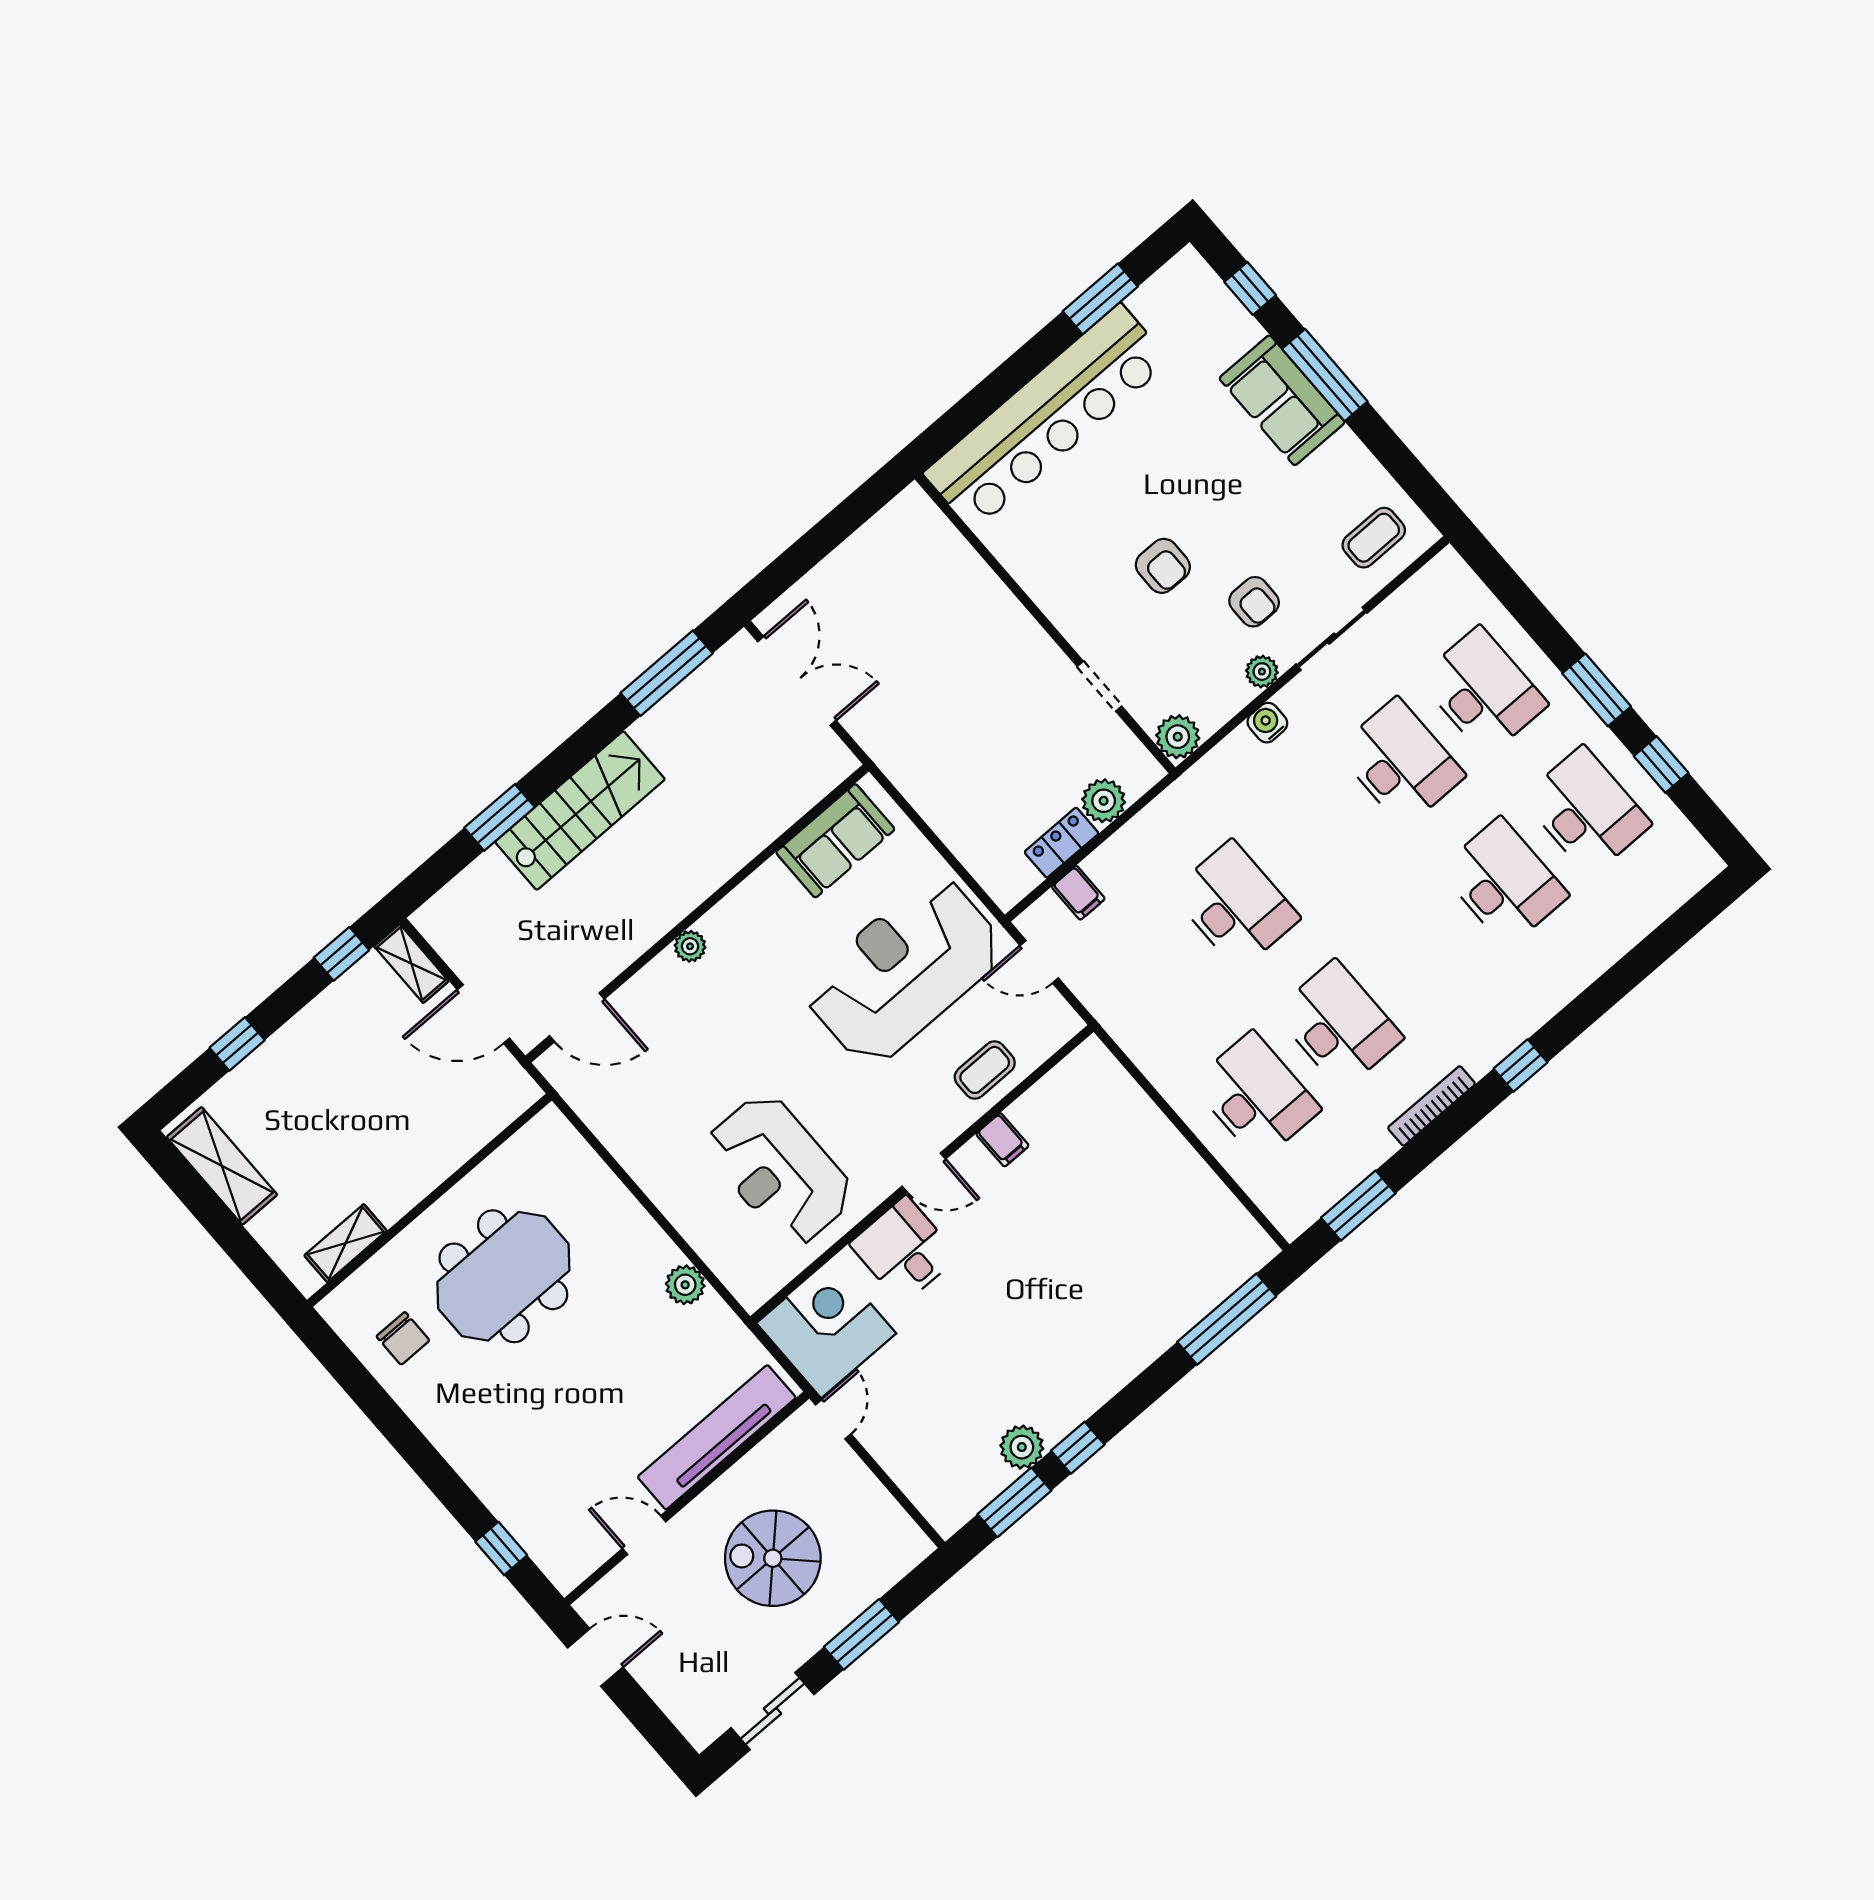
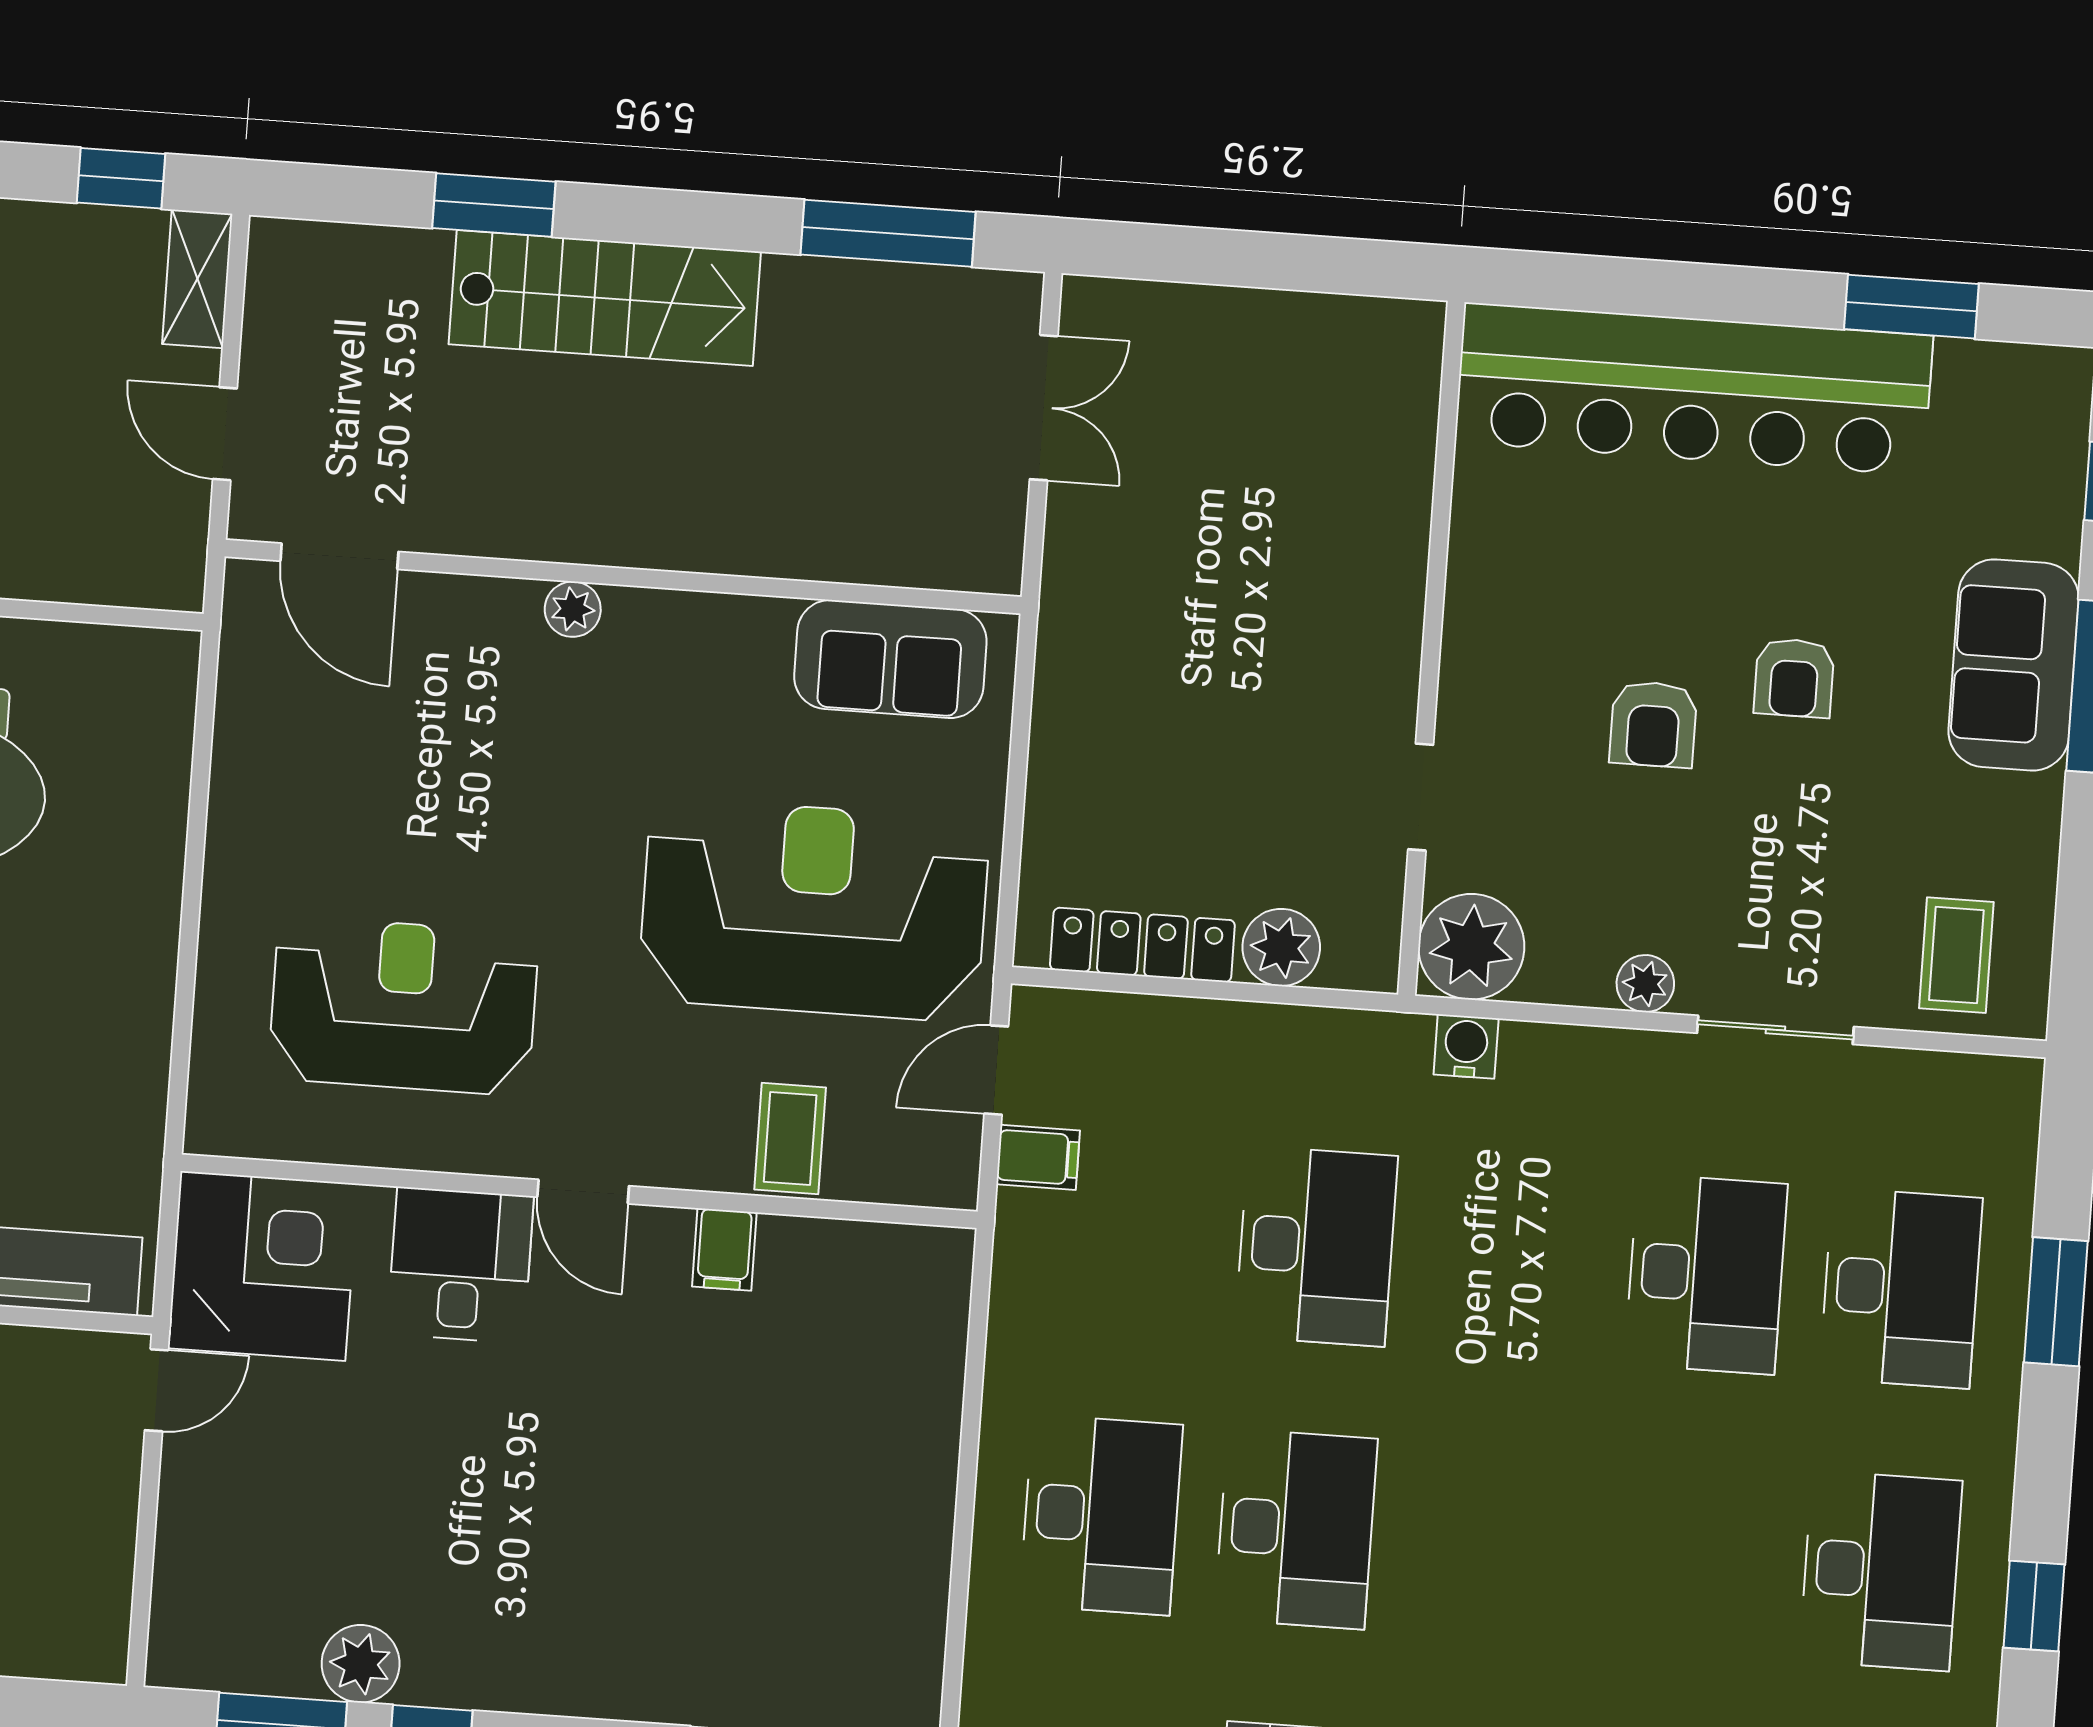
coffee table: (1374, 538) -> (1956, 955), turned 90
armchair: (1254, 602) -> (1794, 678), moved
double door: (797, 681) -> (1044, 408), width x0.73
window: (1597, 690) -> (2056, 1302), moved
water cooler: (1267, 723) -> (1466, 1046), moved
plant: (1178, 737) -> (1471, 947), width x1.36, depth x1.36
locker: (1061, 843) -> (1142, 945), width x1.53
desk: (1504, 882) -> (1686, 1557), removed
filing cabinet: (1078, 893) -> (1038, 1157), moved, turned -90
door: (1039, 962) -> (996, 1070), hinge flipped
door: (483, 1014) -> (225, 434), width x0.73
coffee table: (985, 1070) -> (790, 1139), turned 90
reception desk: (779, 1170) -> (403, 1006), turned 90
plant: (685, 1285) -> (139, 1032), removed

